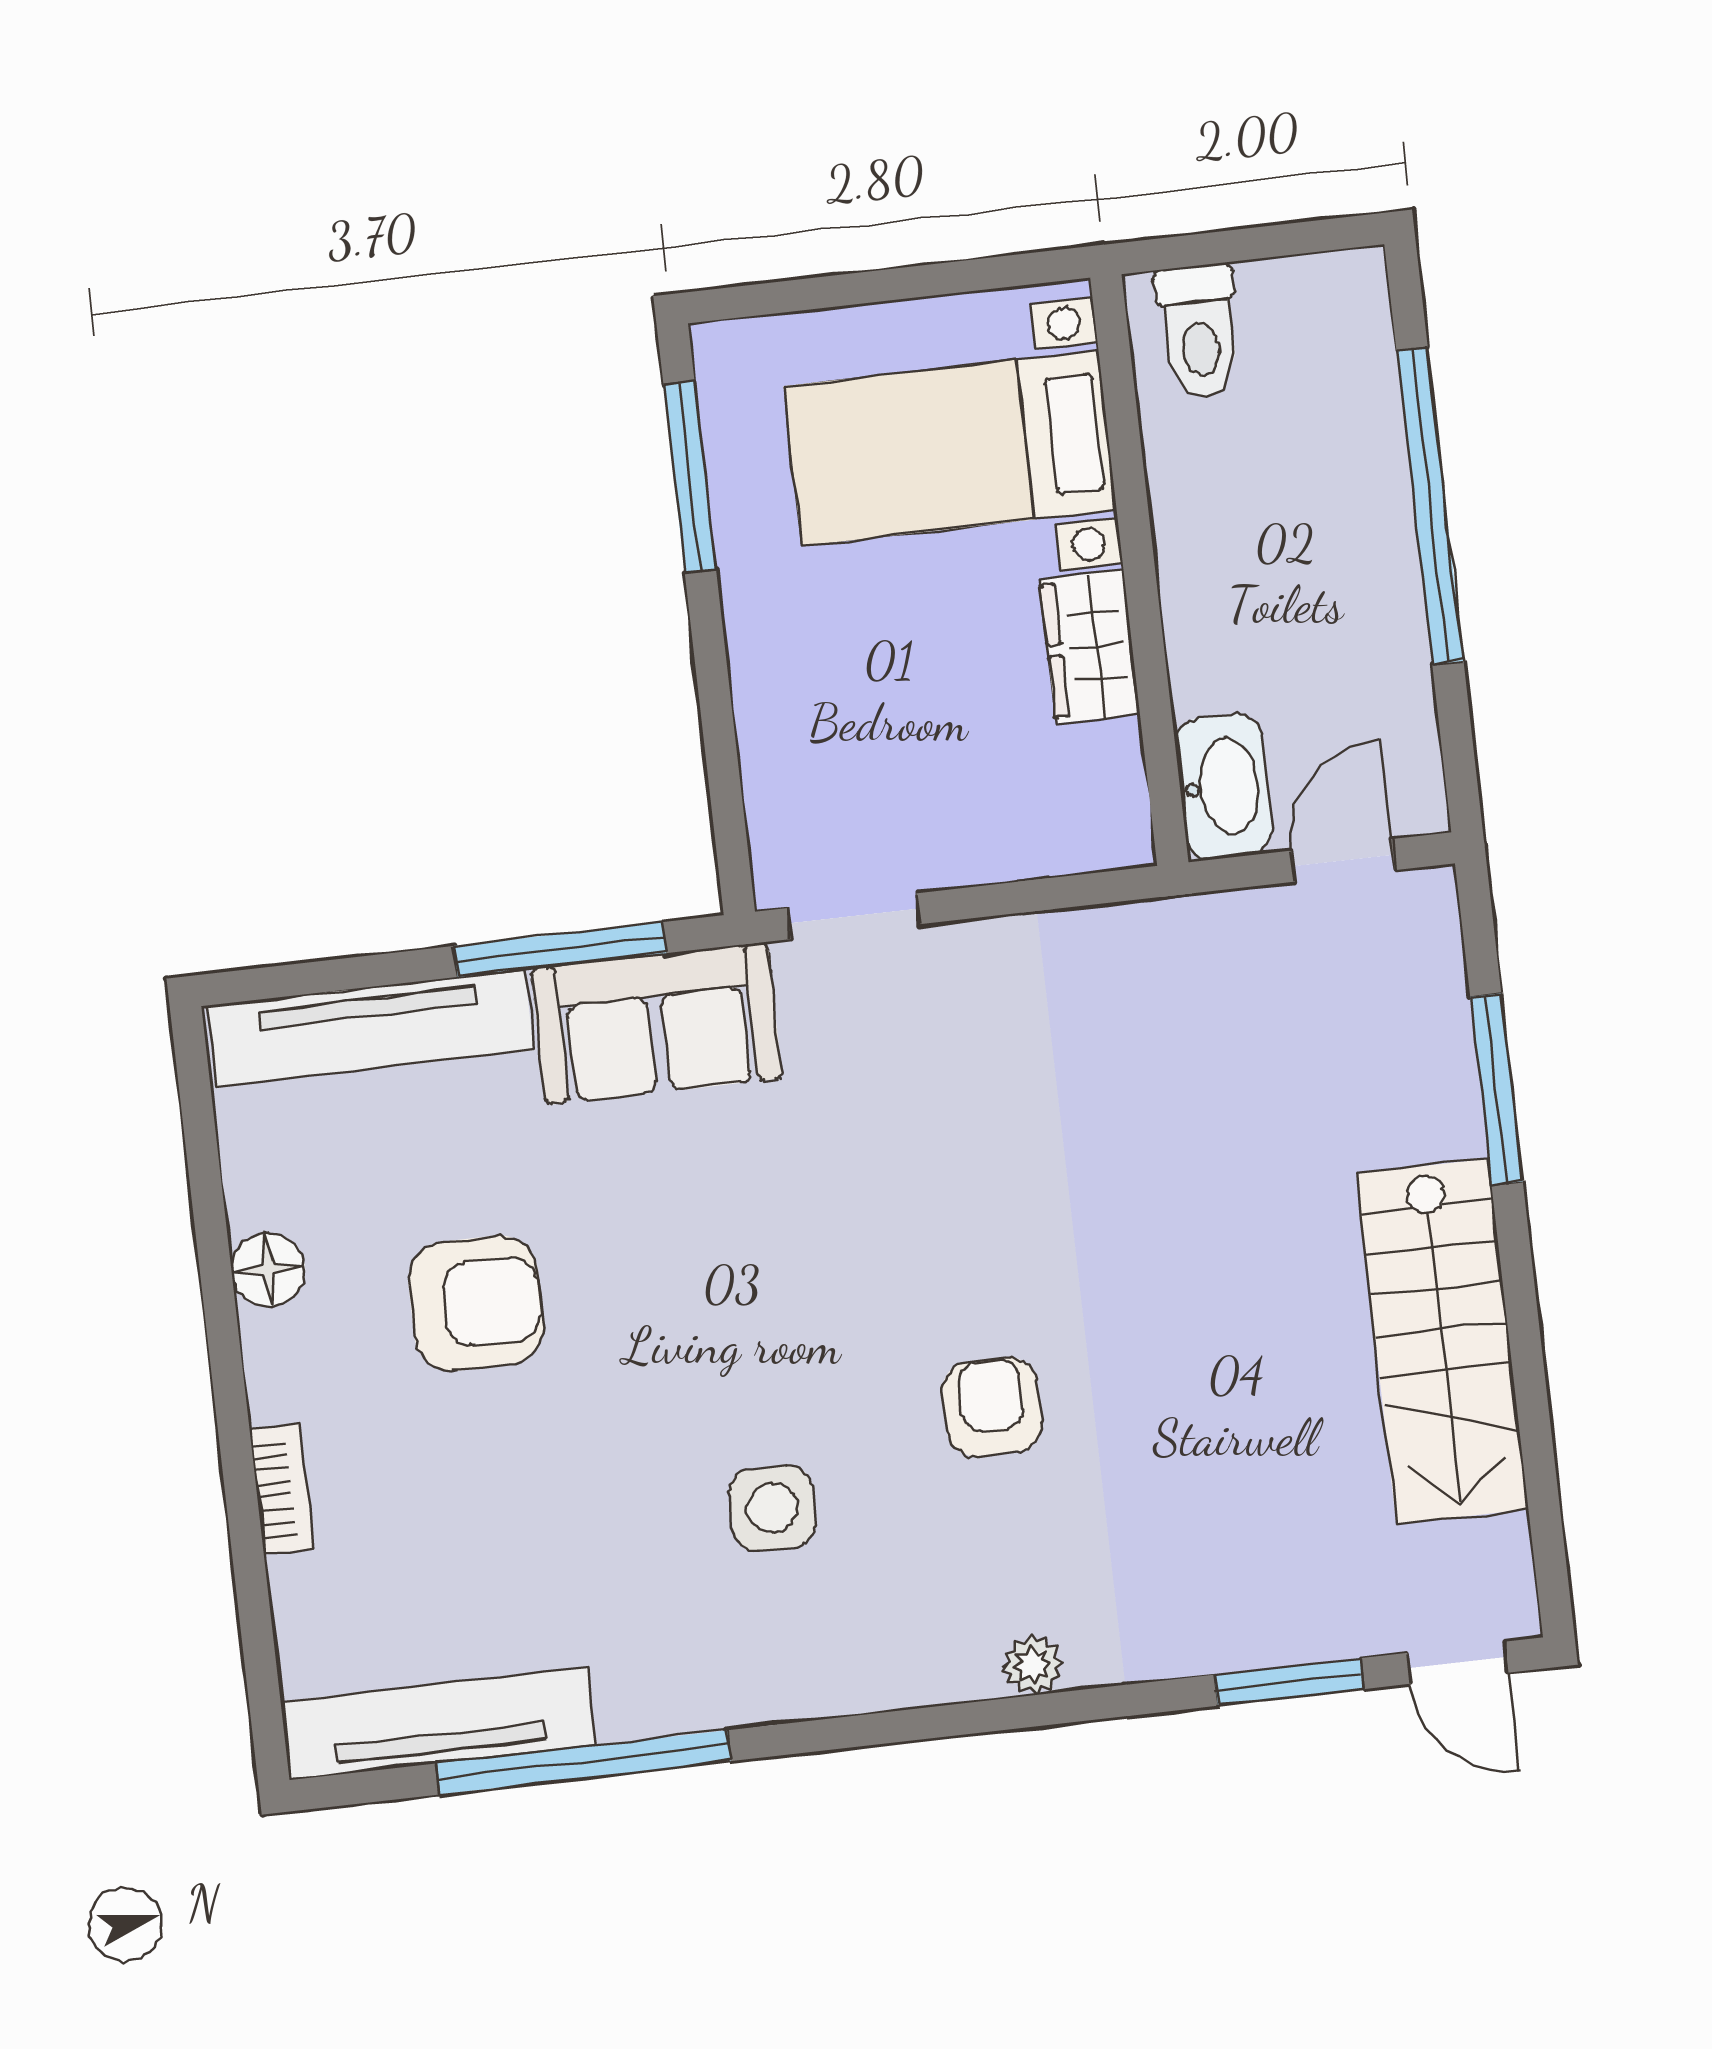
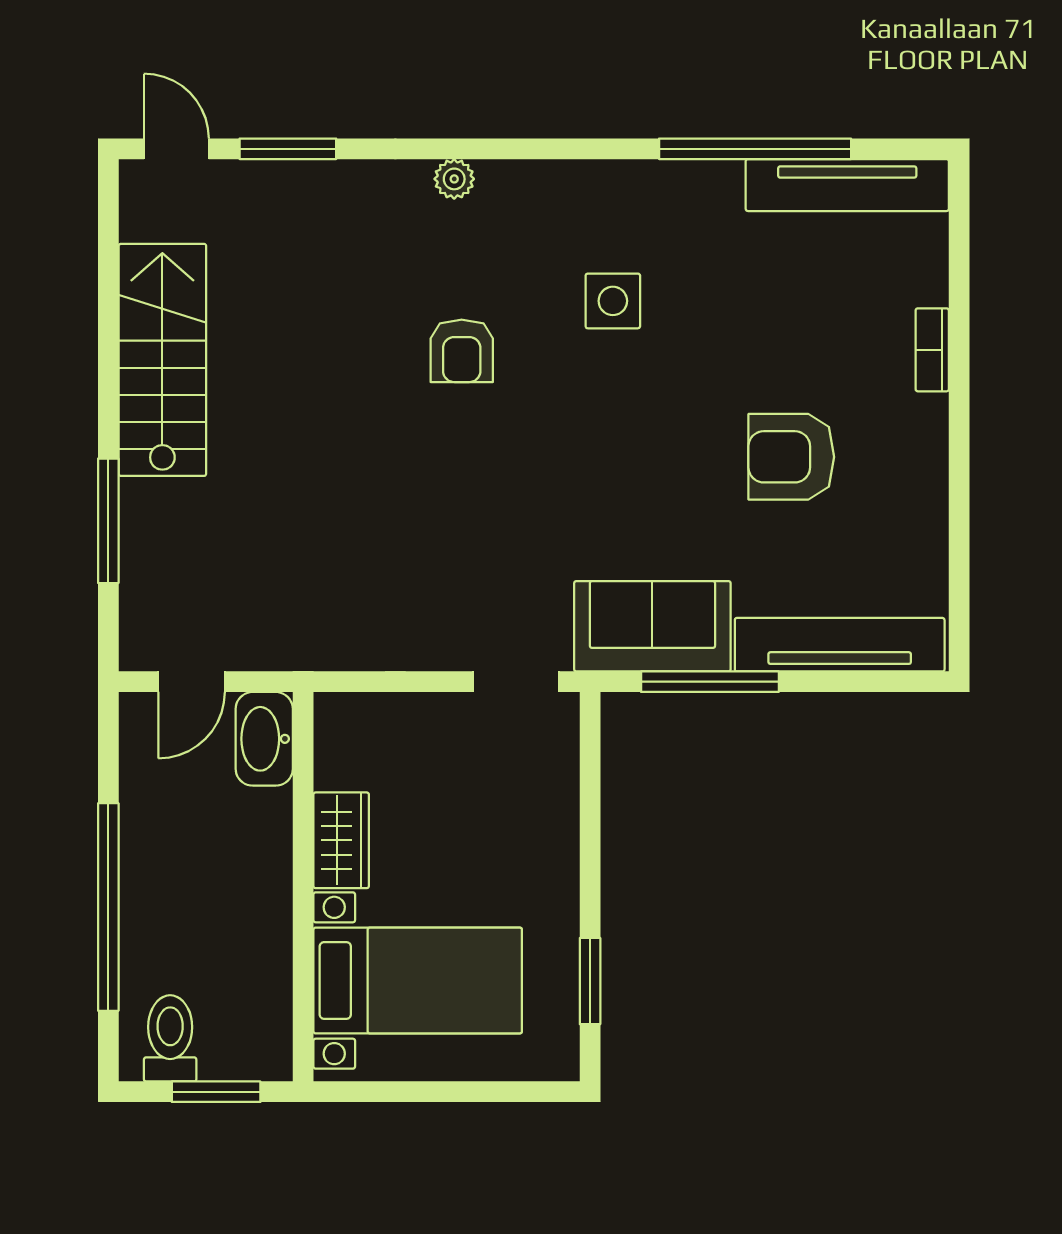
window: (1235, 245) -> (216, 1092), added
toilet: (1199, 331) -> (170, 1038), moved
window: (690, 477) -> (590, 981), width x0.69
floor lamp: (268, 1270) -> (925, 494), removed

